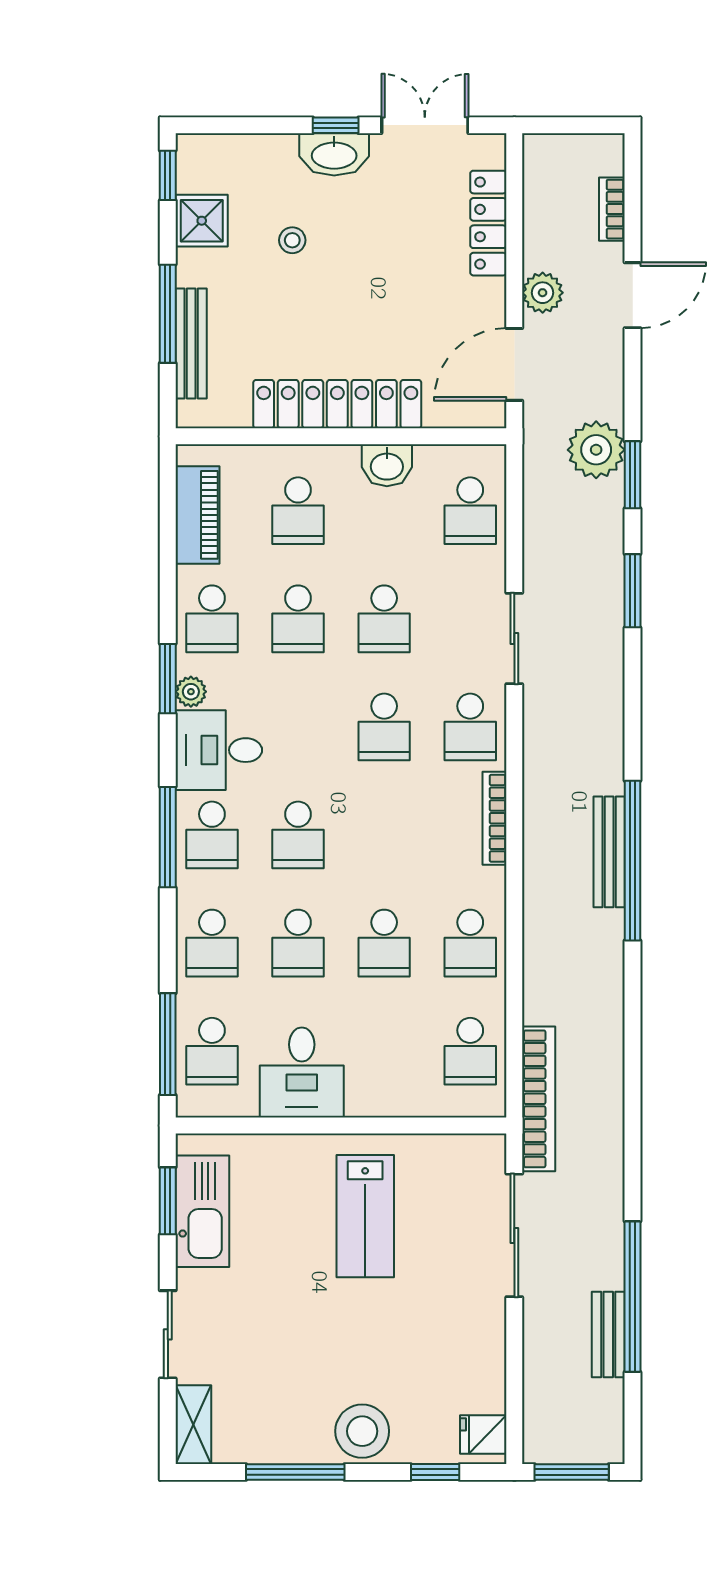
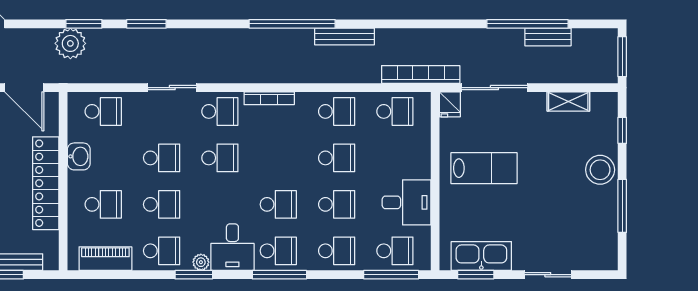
bench: (609, 852) -> (344, 36), moved
shelving: (193, 1425) -> (568, 101), moved
fridge: (483, 1435) -> (450, 104), moved

